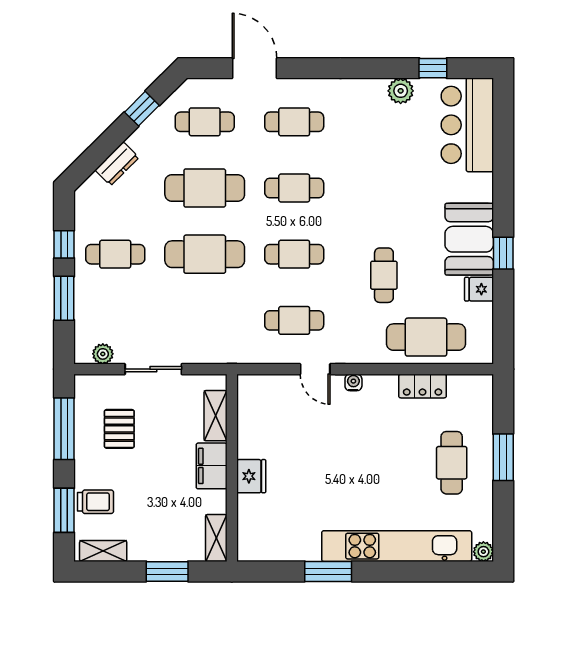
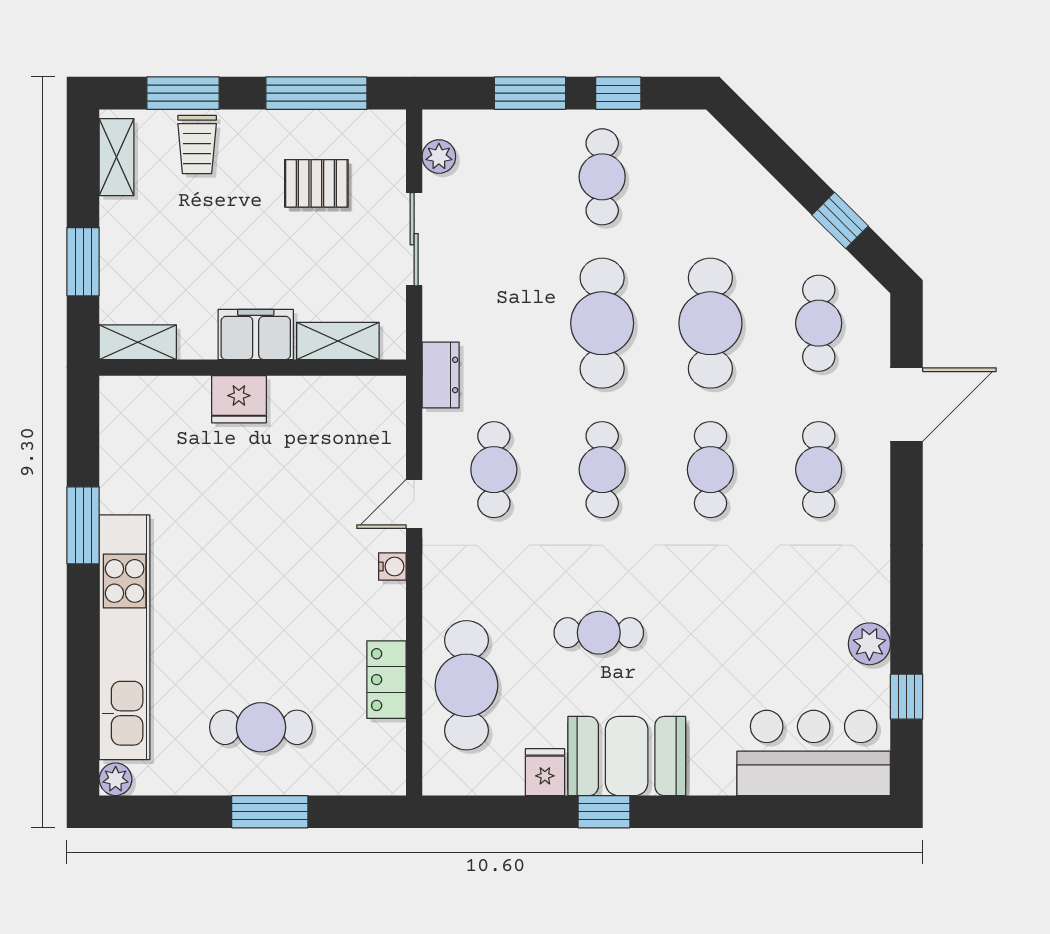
dresser: (117, 164) -> (441, 375), moved, turned -135
cafe table: (384, 275) -> (599, 633), moved

